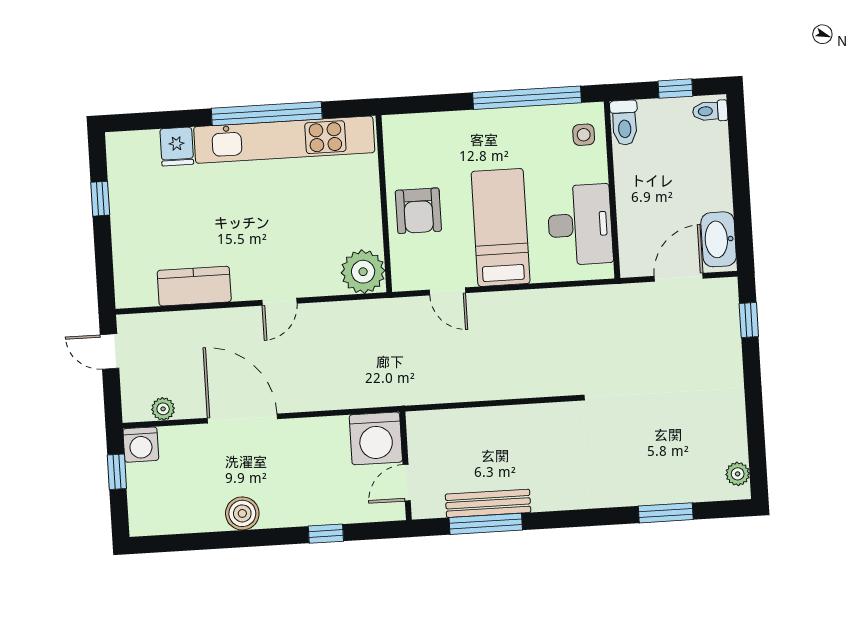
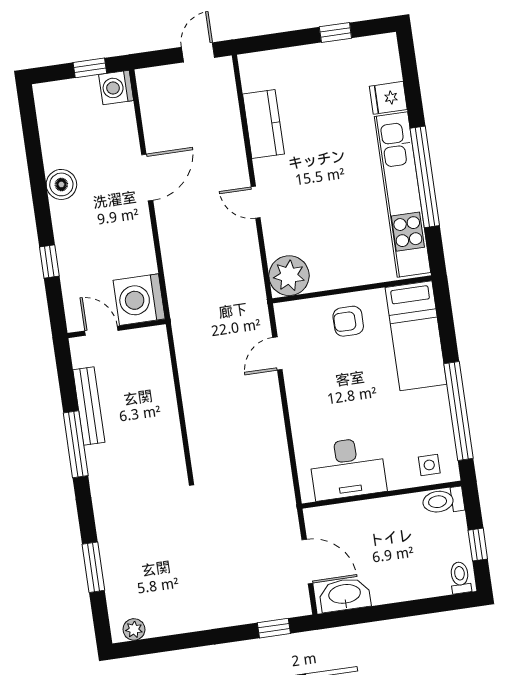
armchair: (418, 211) -> (348, 321), width x0.72, depth x0.72
bed: (501, 227) -> (416, 336), moved, turned 90
plant: (163, 409) -> (150, 105), removed
door: (242, 418) -> (147, 177), width x0.73
window: (486, 524) -> (76, 444), moved

